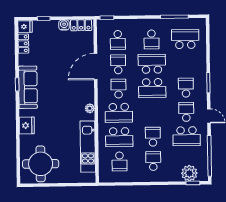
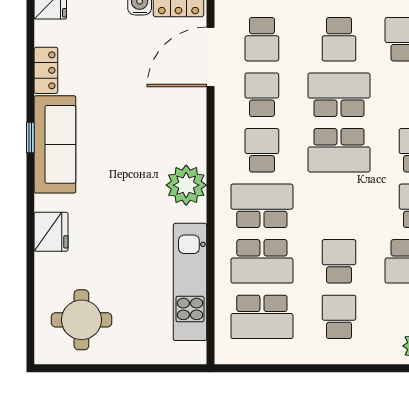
locker: (23, 44) -> (46, 70), moved
door: (96, 66) -> (210, 57), moved
plant: (90, 108) -> (186, 185), width x1.87, depth x1.87
school desk: (119, 113) -> (262, 206), turned 180
school desk: (120, 161) -> (262, 317), width x1.85
round table: (41, 164) -> (81, 320), width x0.73, depth x0.73

